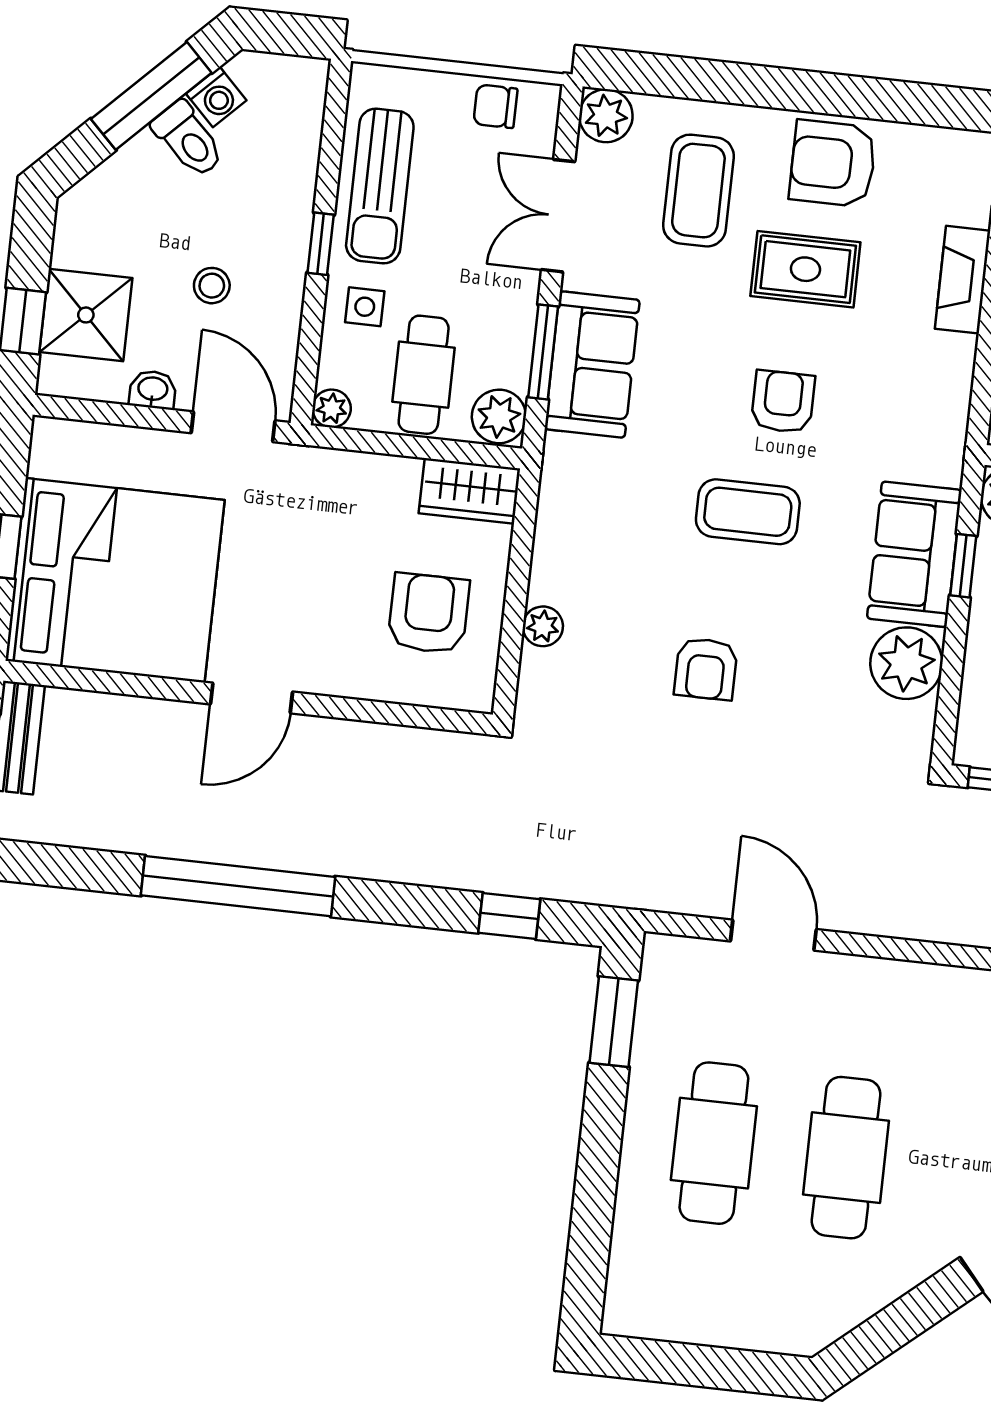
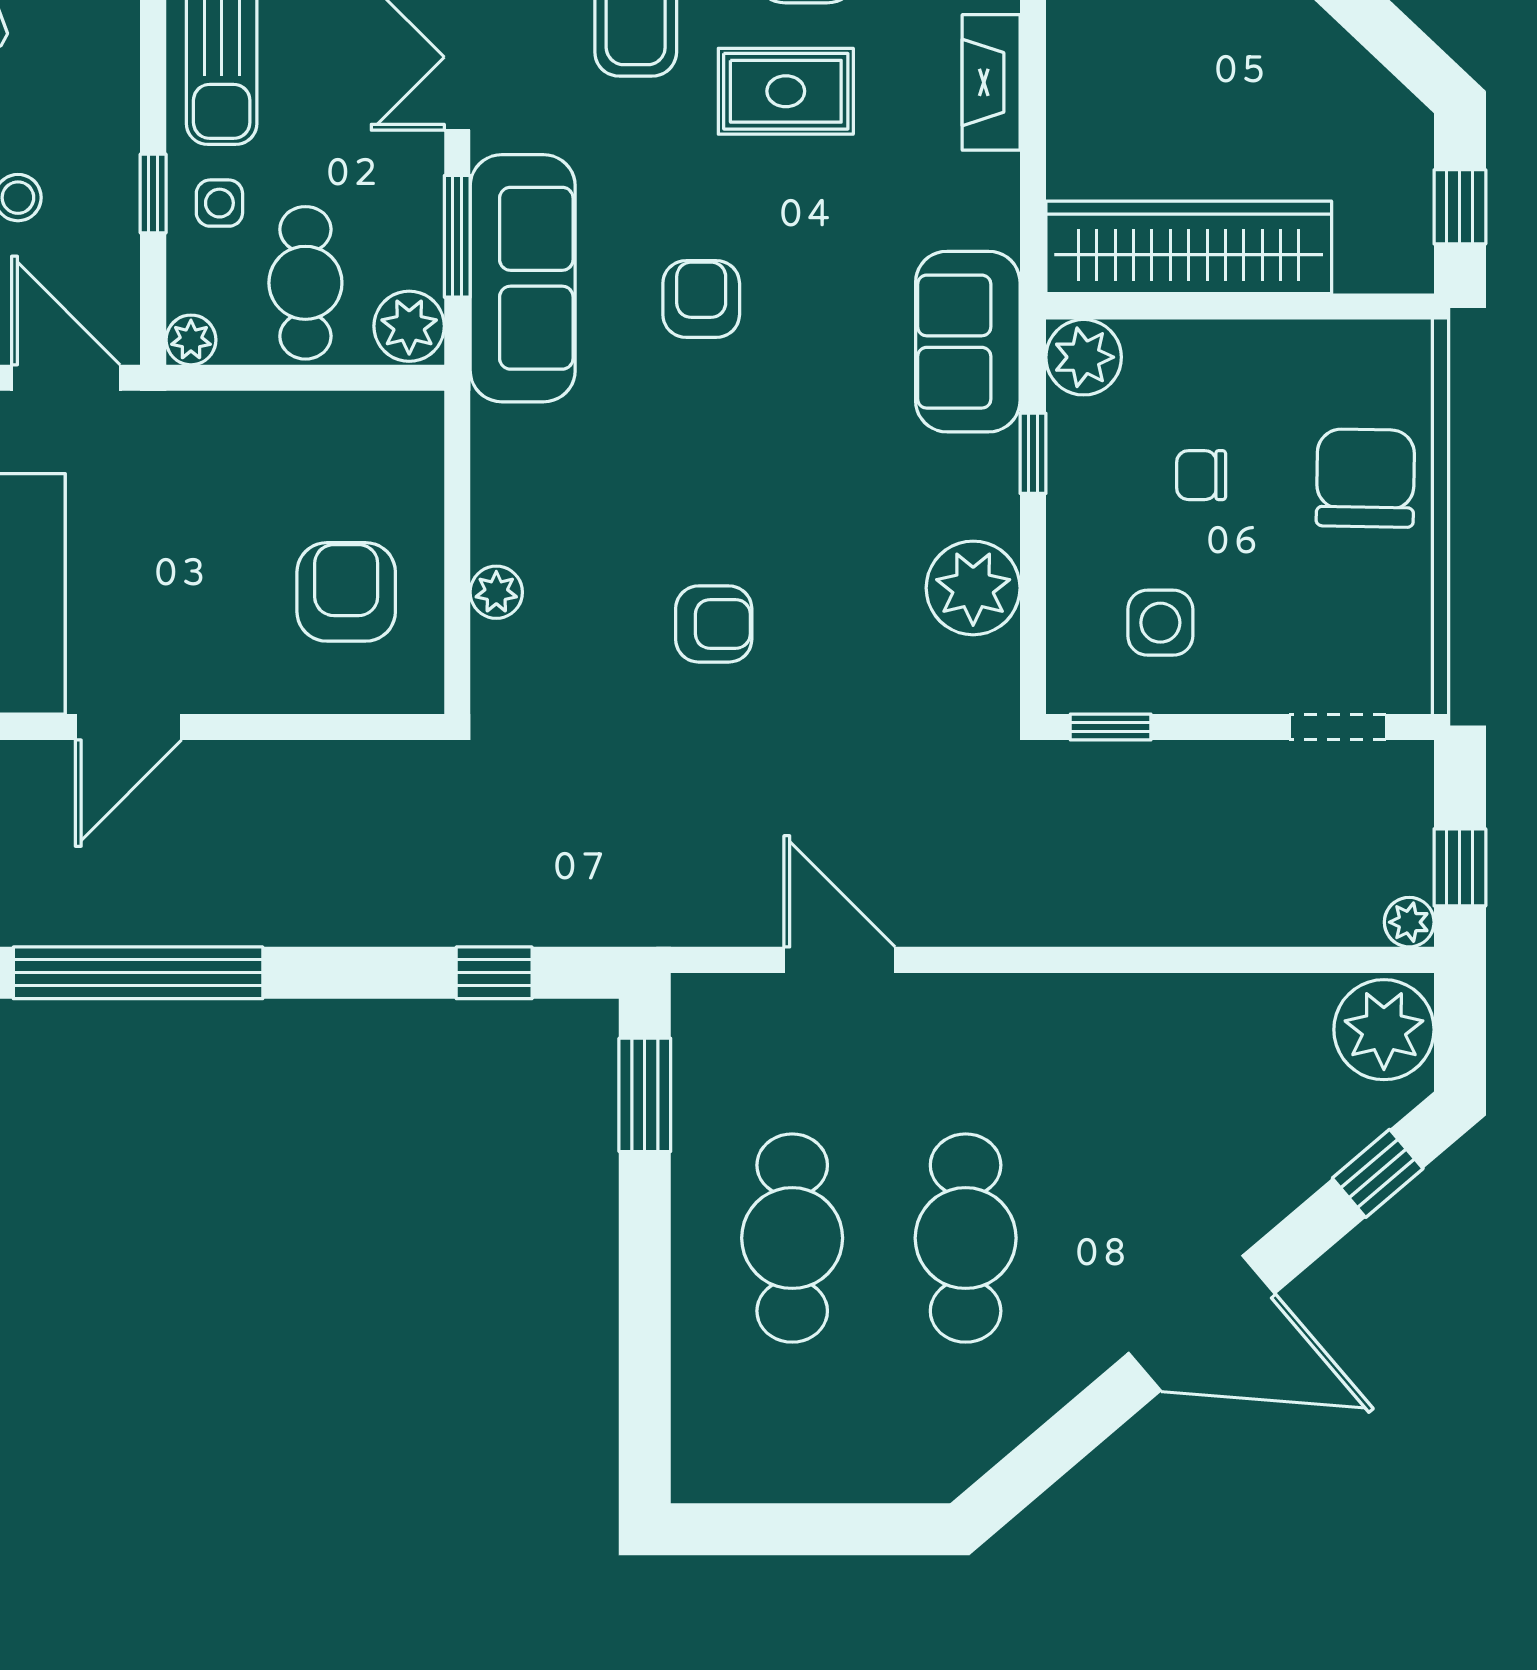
window: (321, 244) -> (153, 193), moved
sofa: (592, 364) -> (523, 278), width x1.36
armchair: (783, 402) -> (701, 299), moved
wardrobe: (469, 491) -> (382, 427), removed
coffee table: (748, 512) -> (746, 414), removed
sofa: (914, 554) -> (968, 342), moved
armchair: (706, 669) -> (714, 624), turned -90

